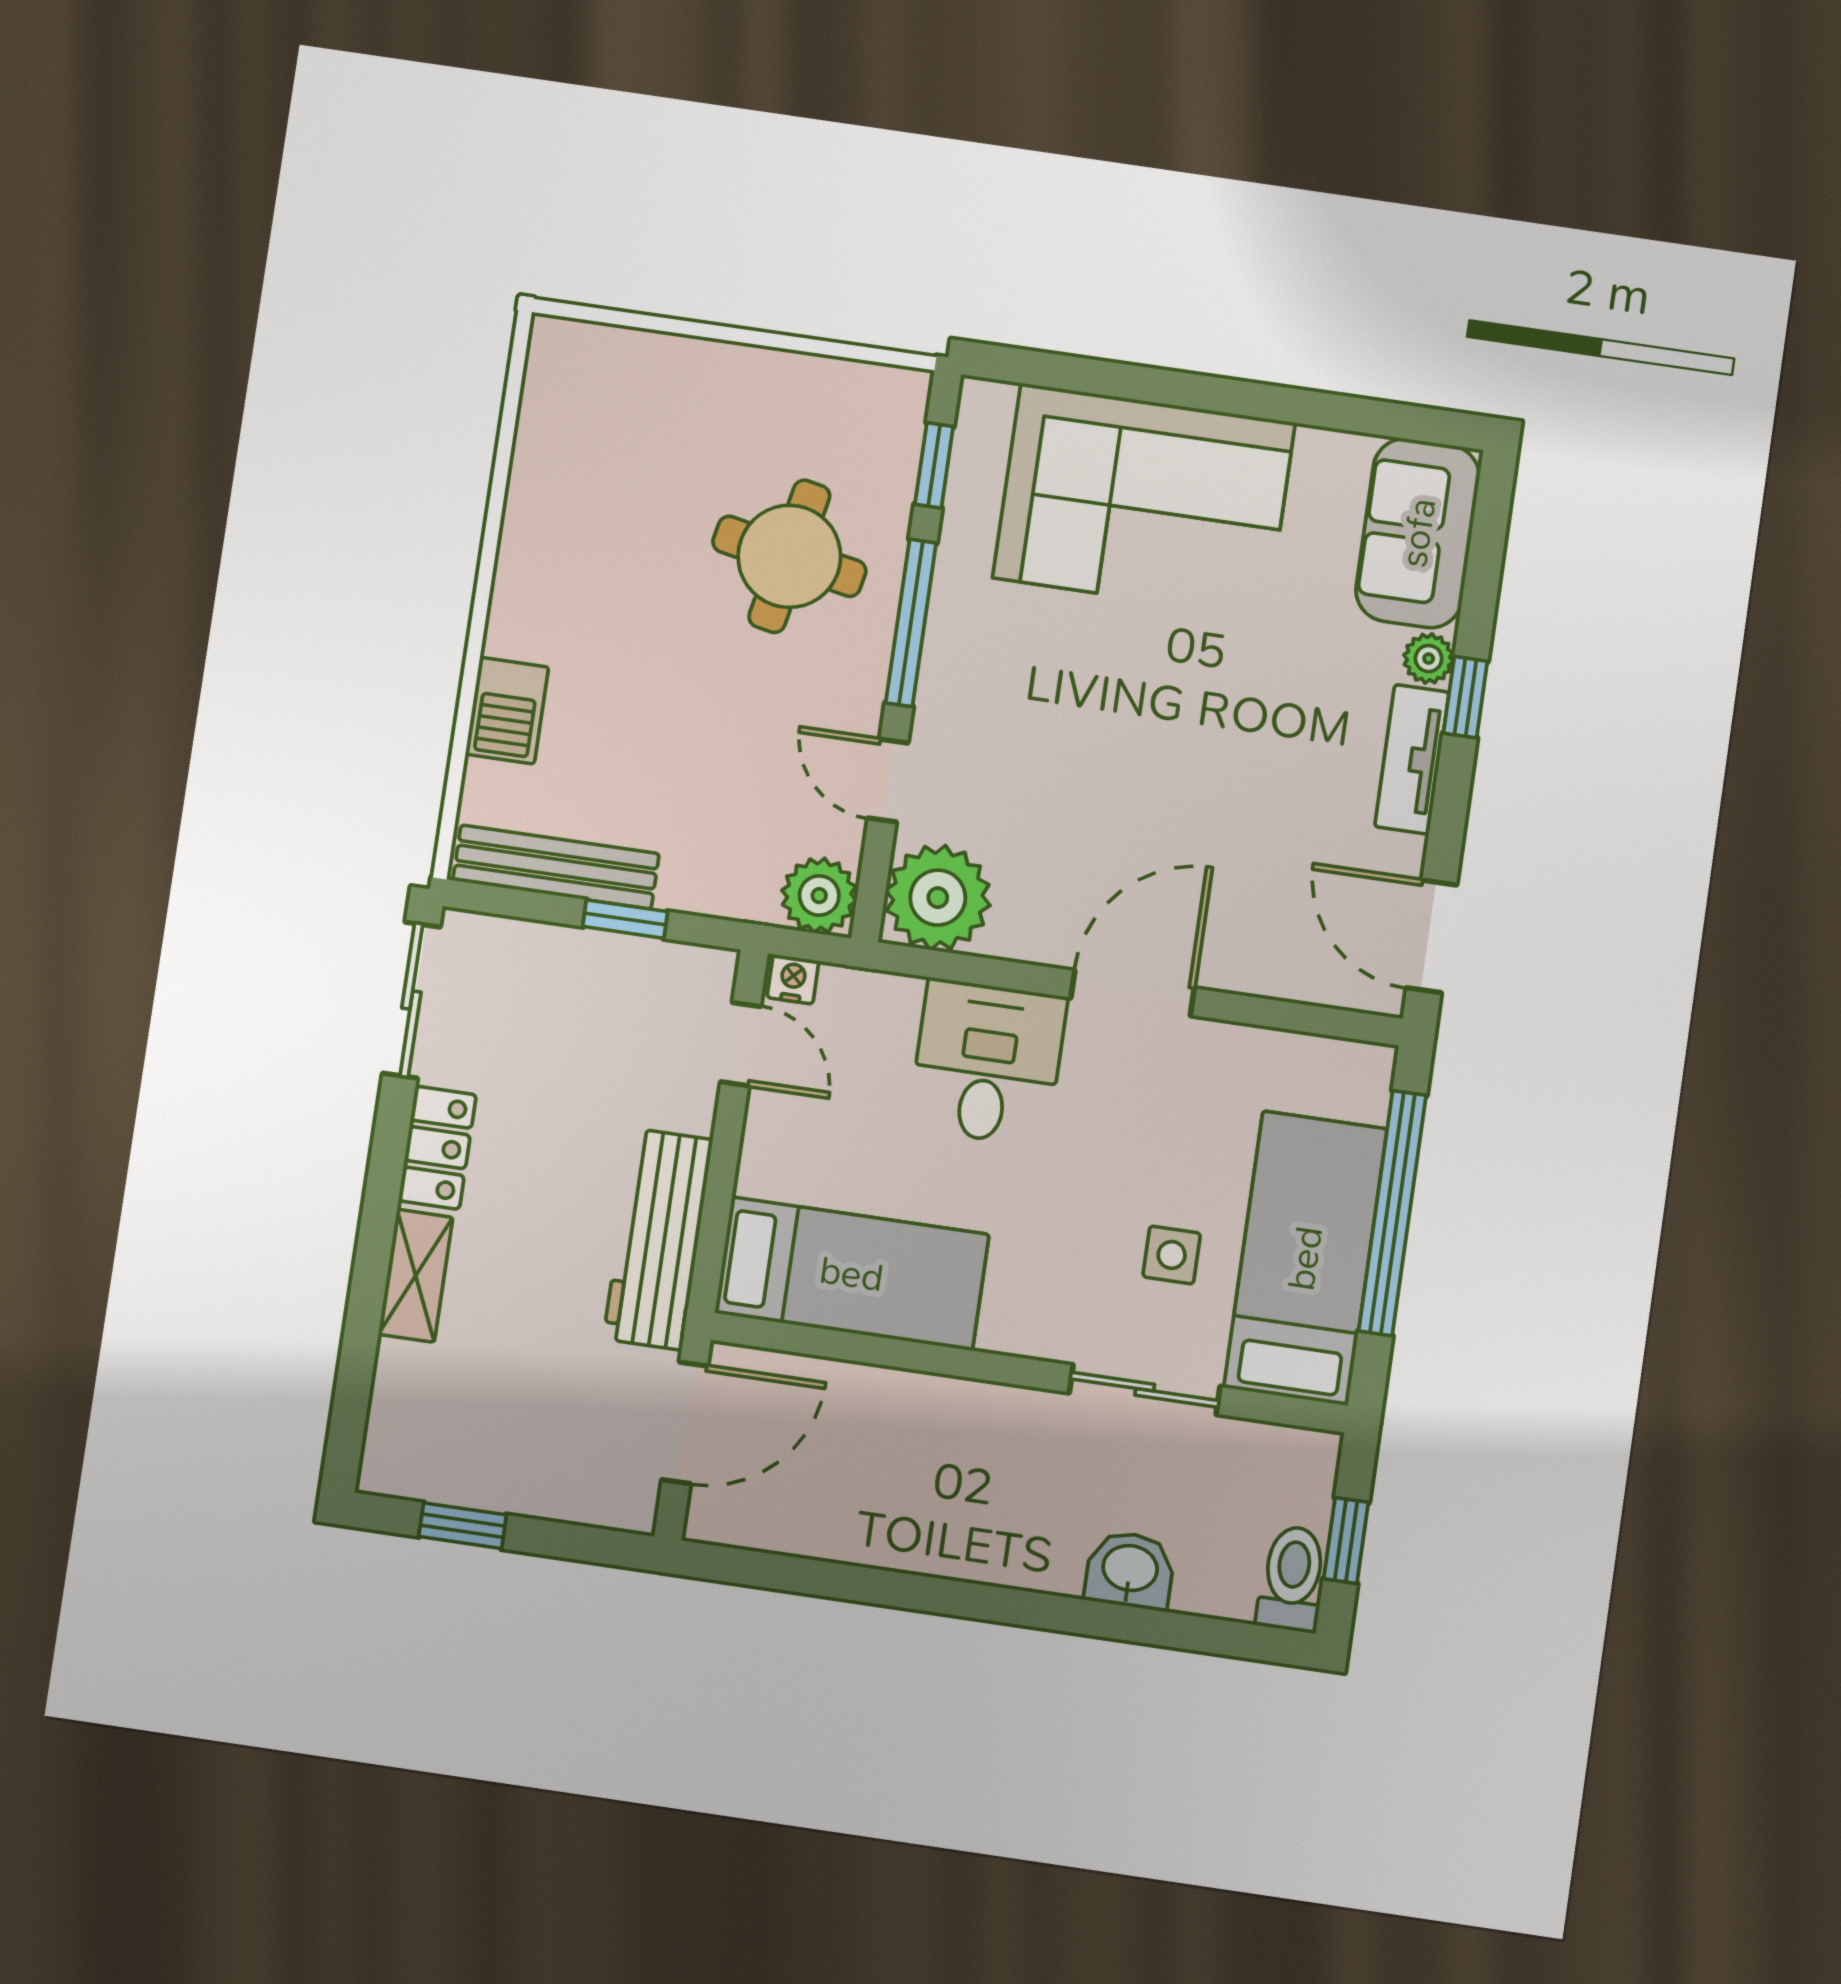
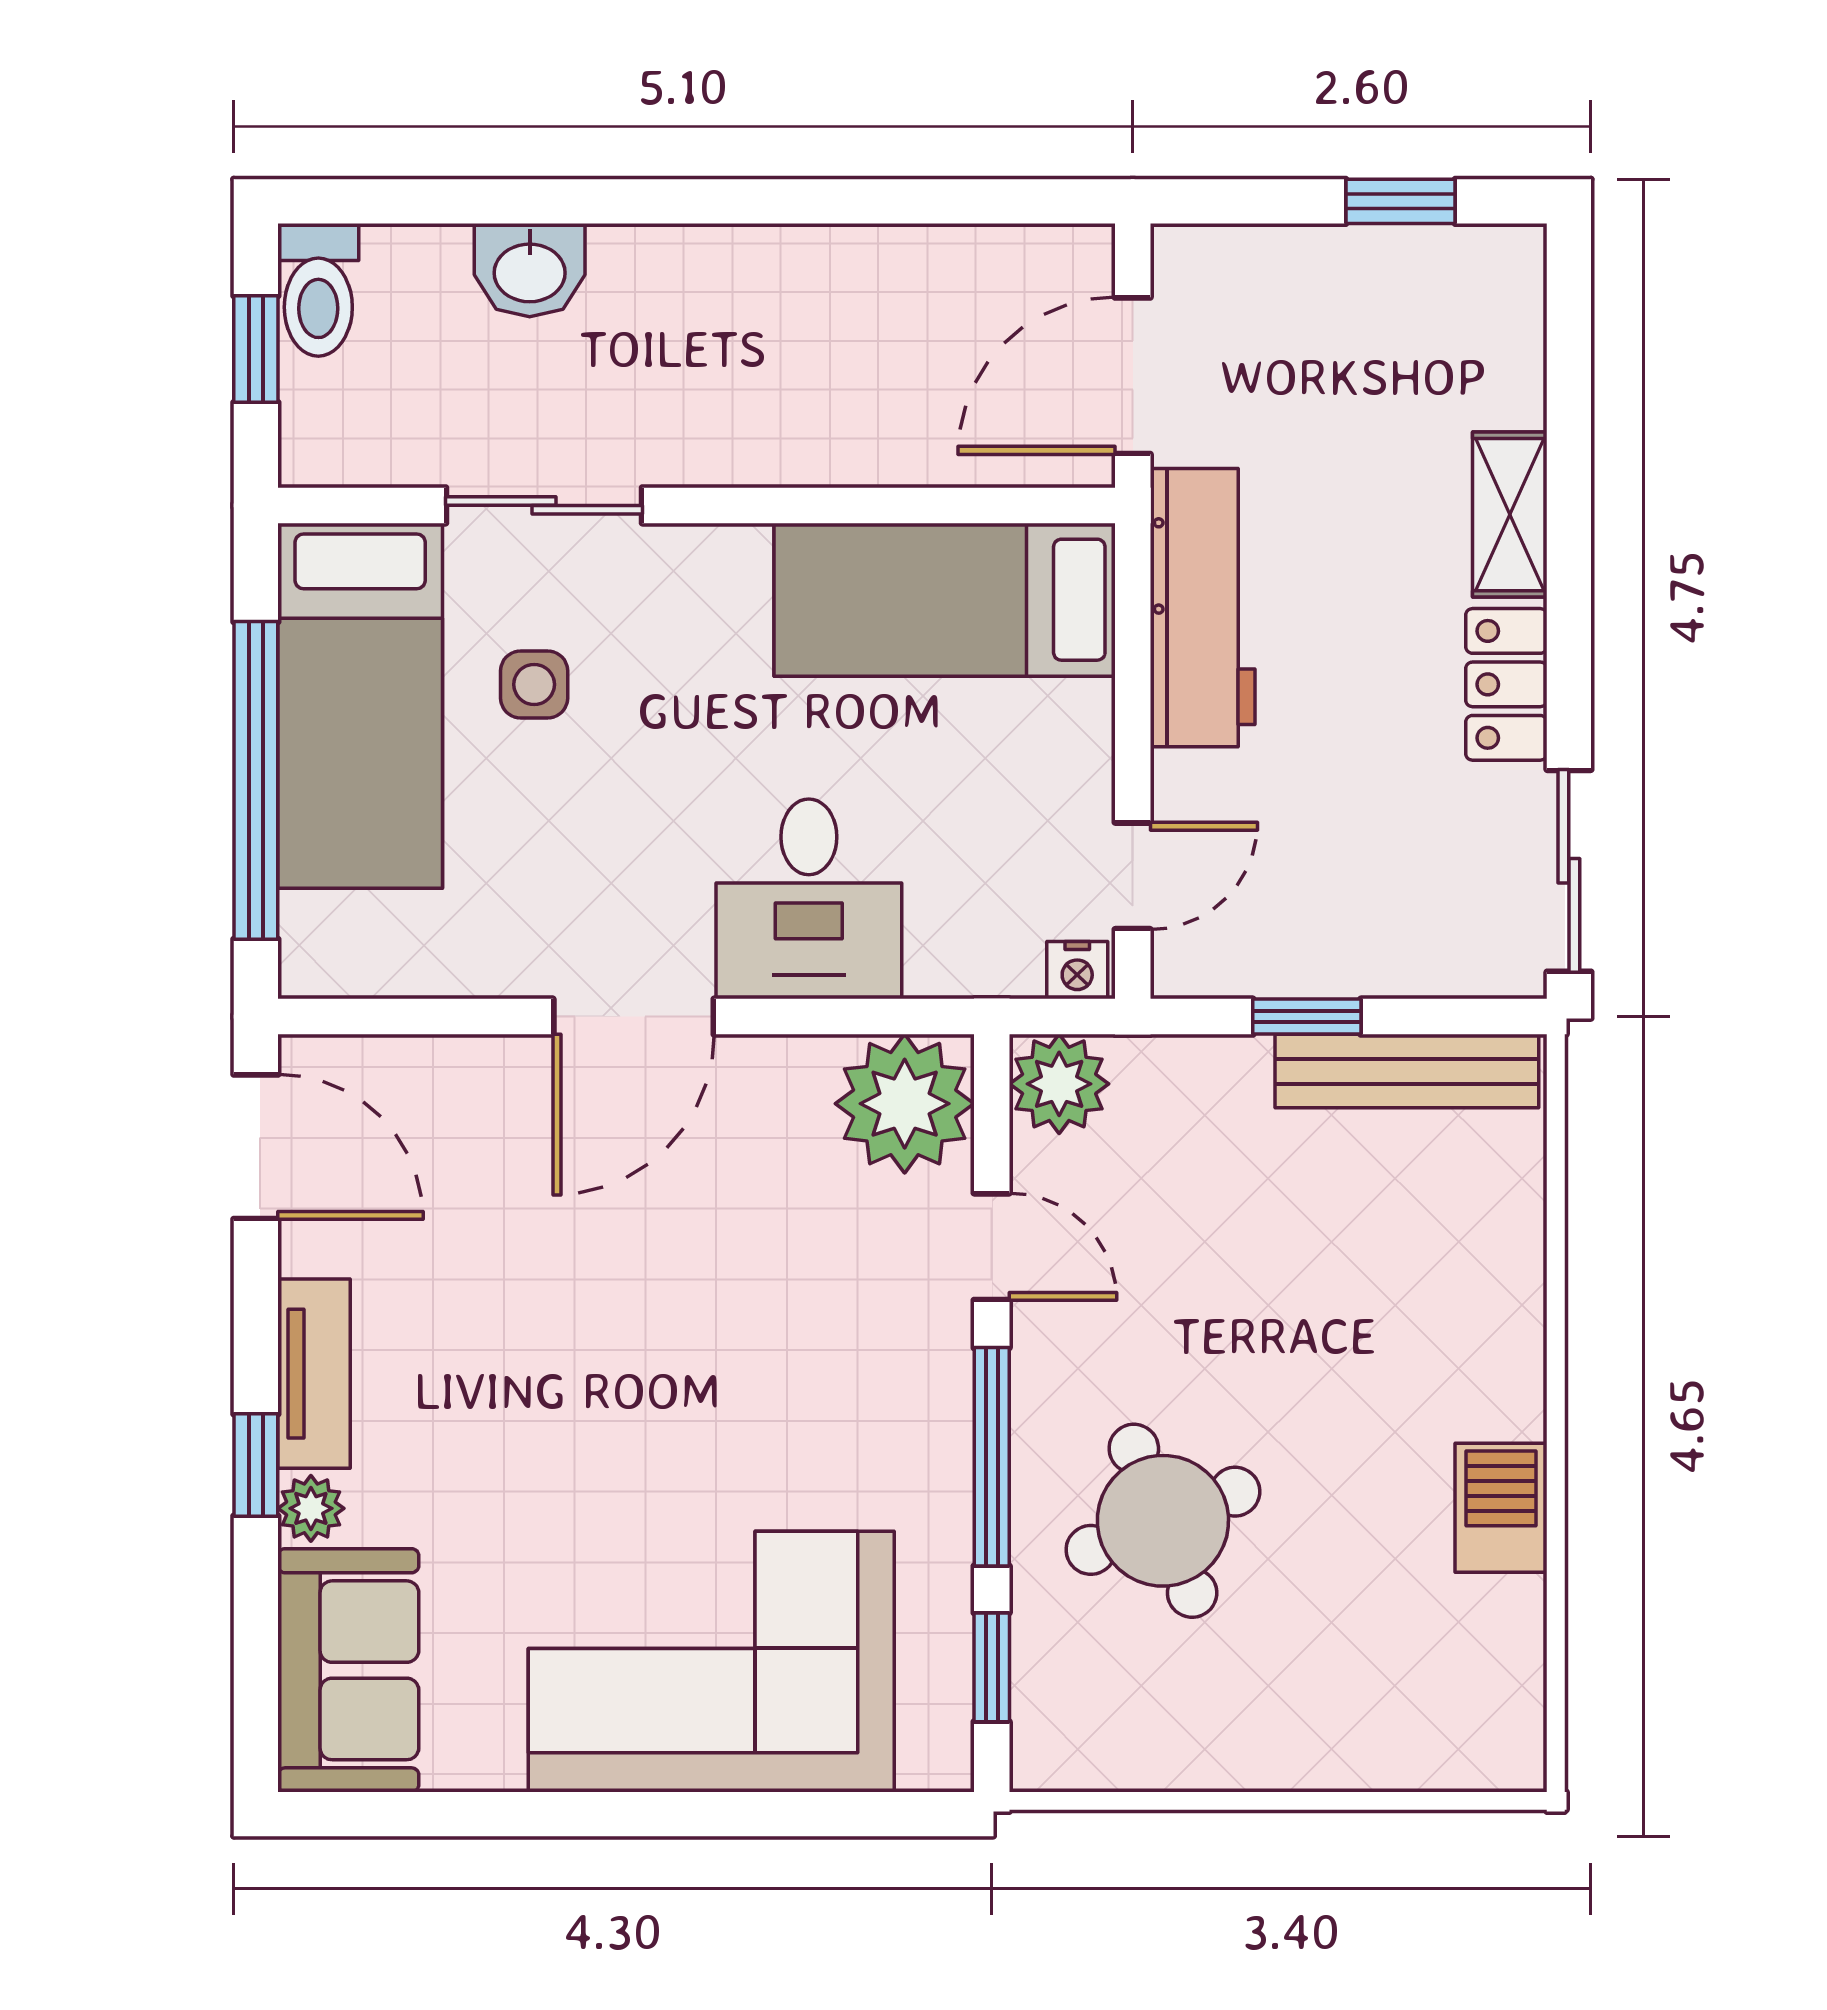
round table: (789, 556) -> (1163, 1521), turned -33
barbecue: (507, 711) -> (1501, 1508), moved
door: (741, 1044) -> (1133, 876), swing flipped

